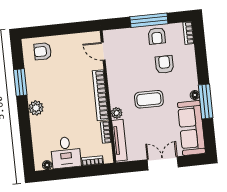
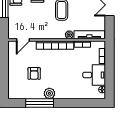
armchair: (43, 51) -> (34, 73), moved
window: (20, 82) -> (40, 103), width x1.44
plant: (36, 108) -> (49, 93), moved

